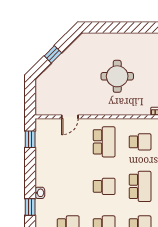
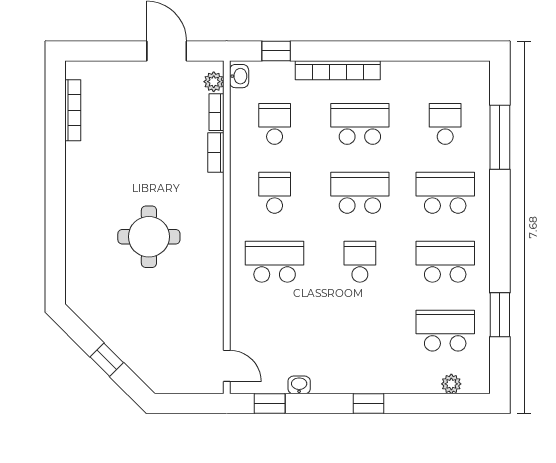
door: (70, 117) -> (227, 366), moved
washbasin: (40, 193) -> (299, 385), moved
window: (30, 207) -> (369, 404), moved

